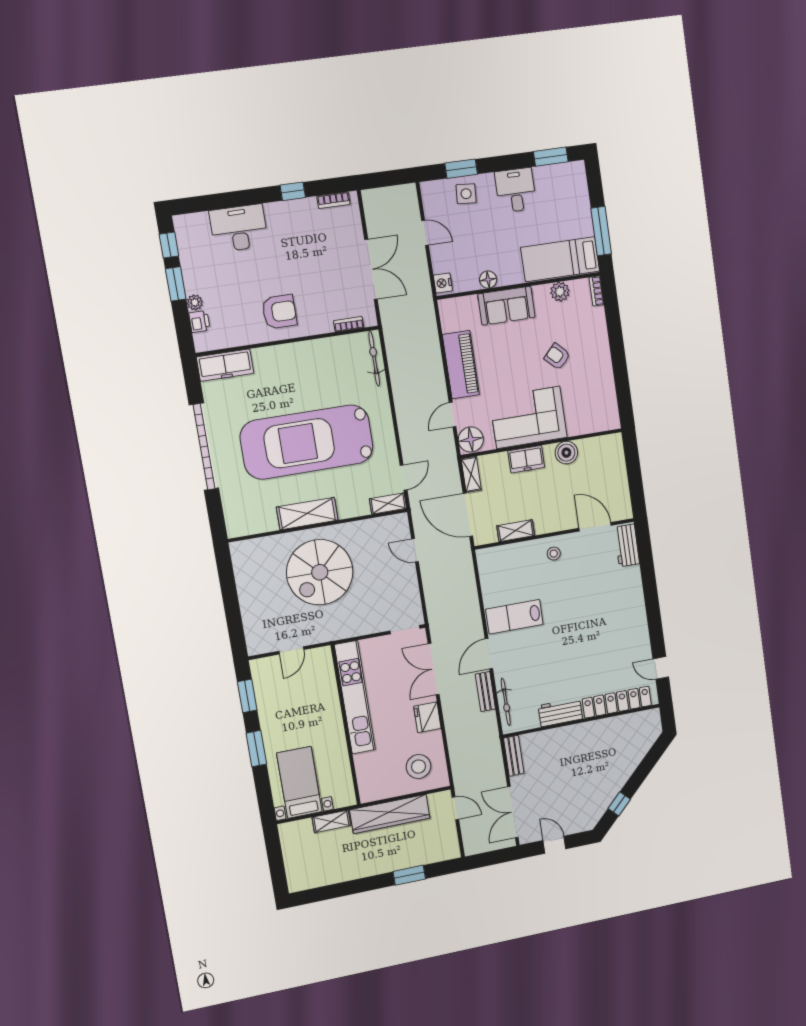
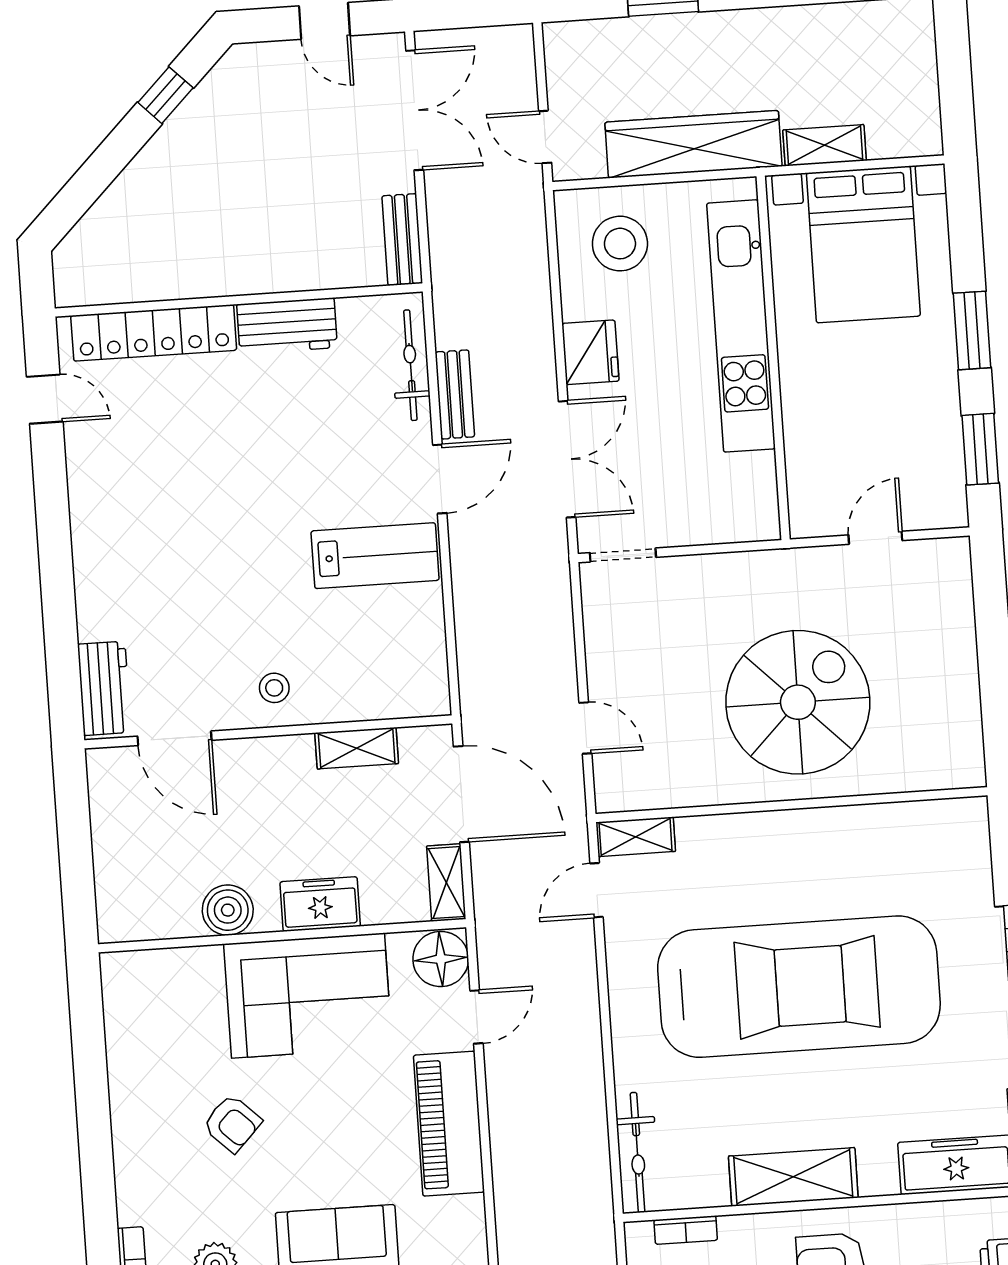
shelving: (307, 514) -> (793, 1177), moved
kitchen unit: (355, 697) -> (741, 326), moved
bed with nightstands: (299, 782) -> (863, 244), width x1.36

